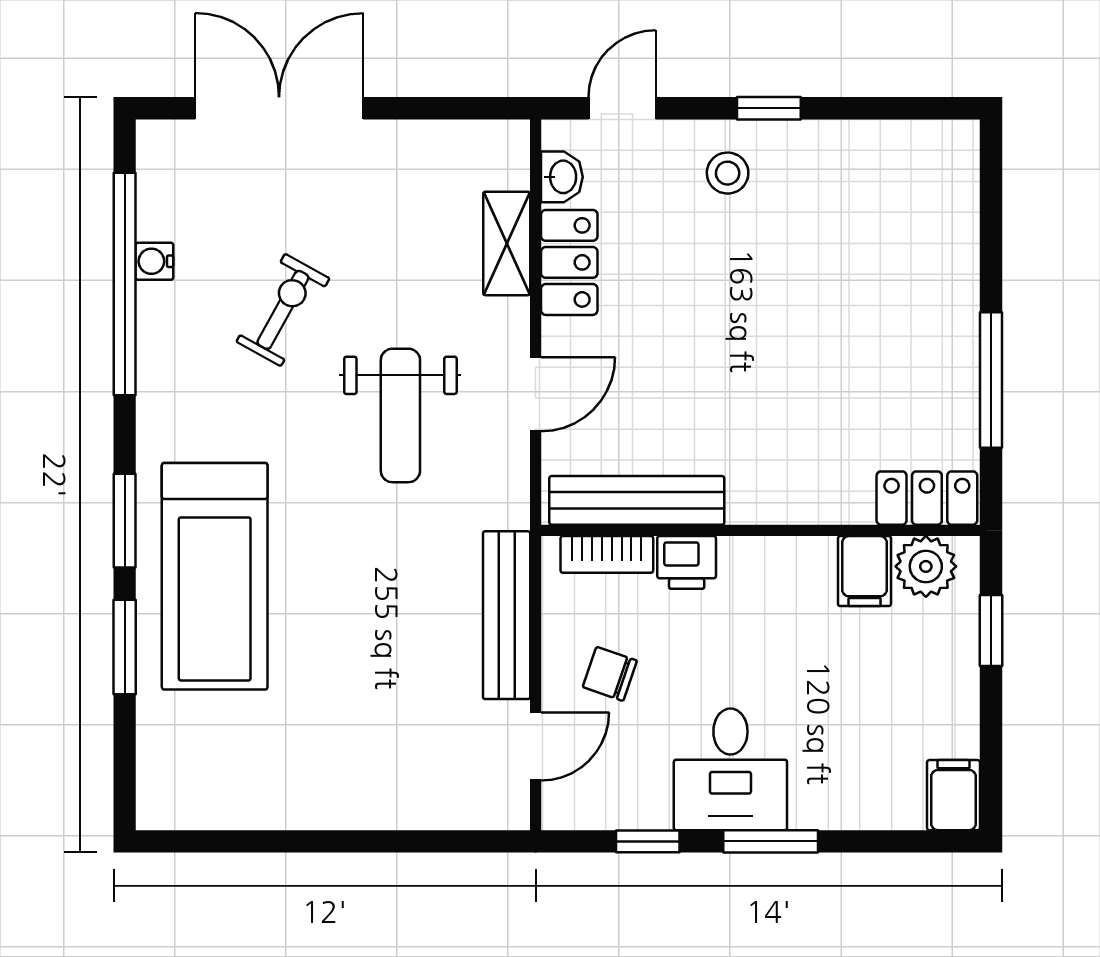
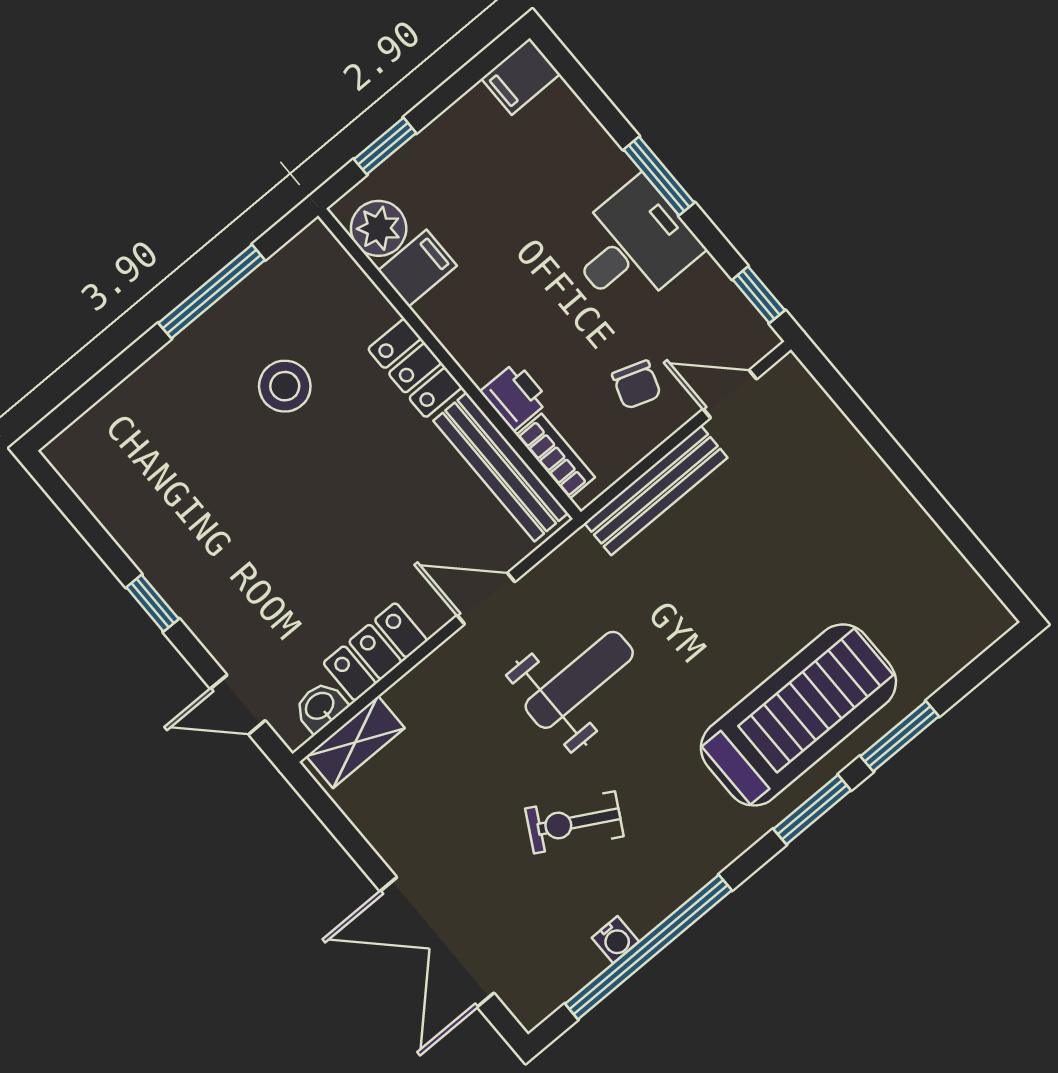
stool: (728, 173) -> (285, 386), moved, width x1.37, depth x1.37
shelving: (507, 243) -> (356, 742), moved
locker: (927, 498) -> (415, 368), moved
window: (648, 841) -> (759, 295), moved

